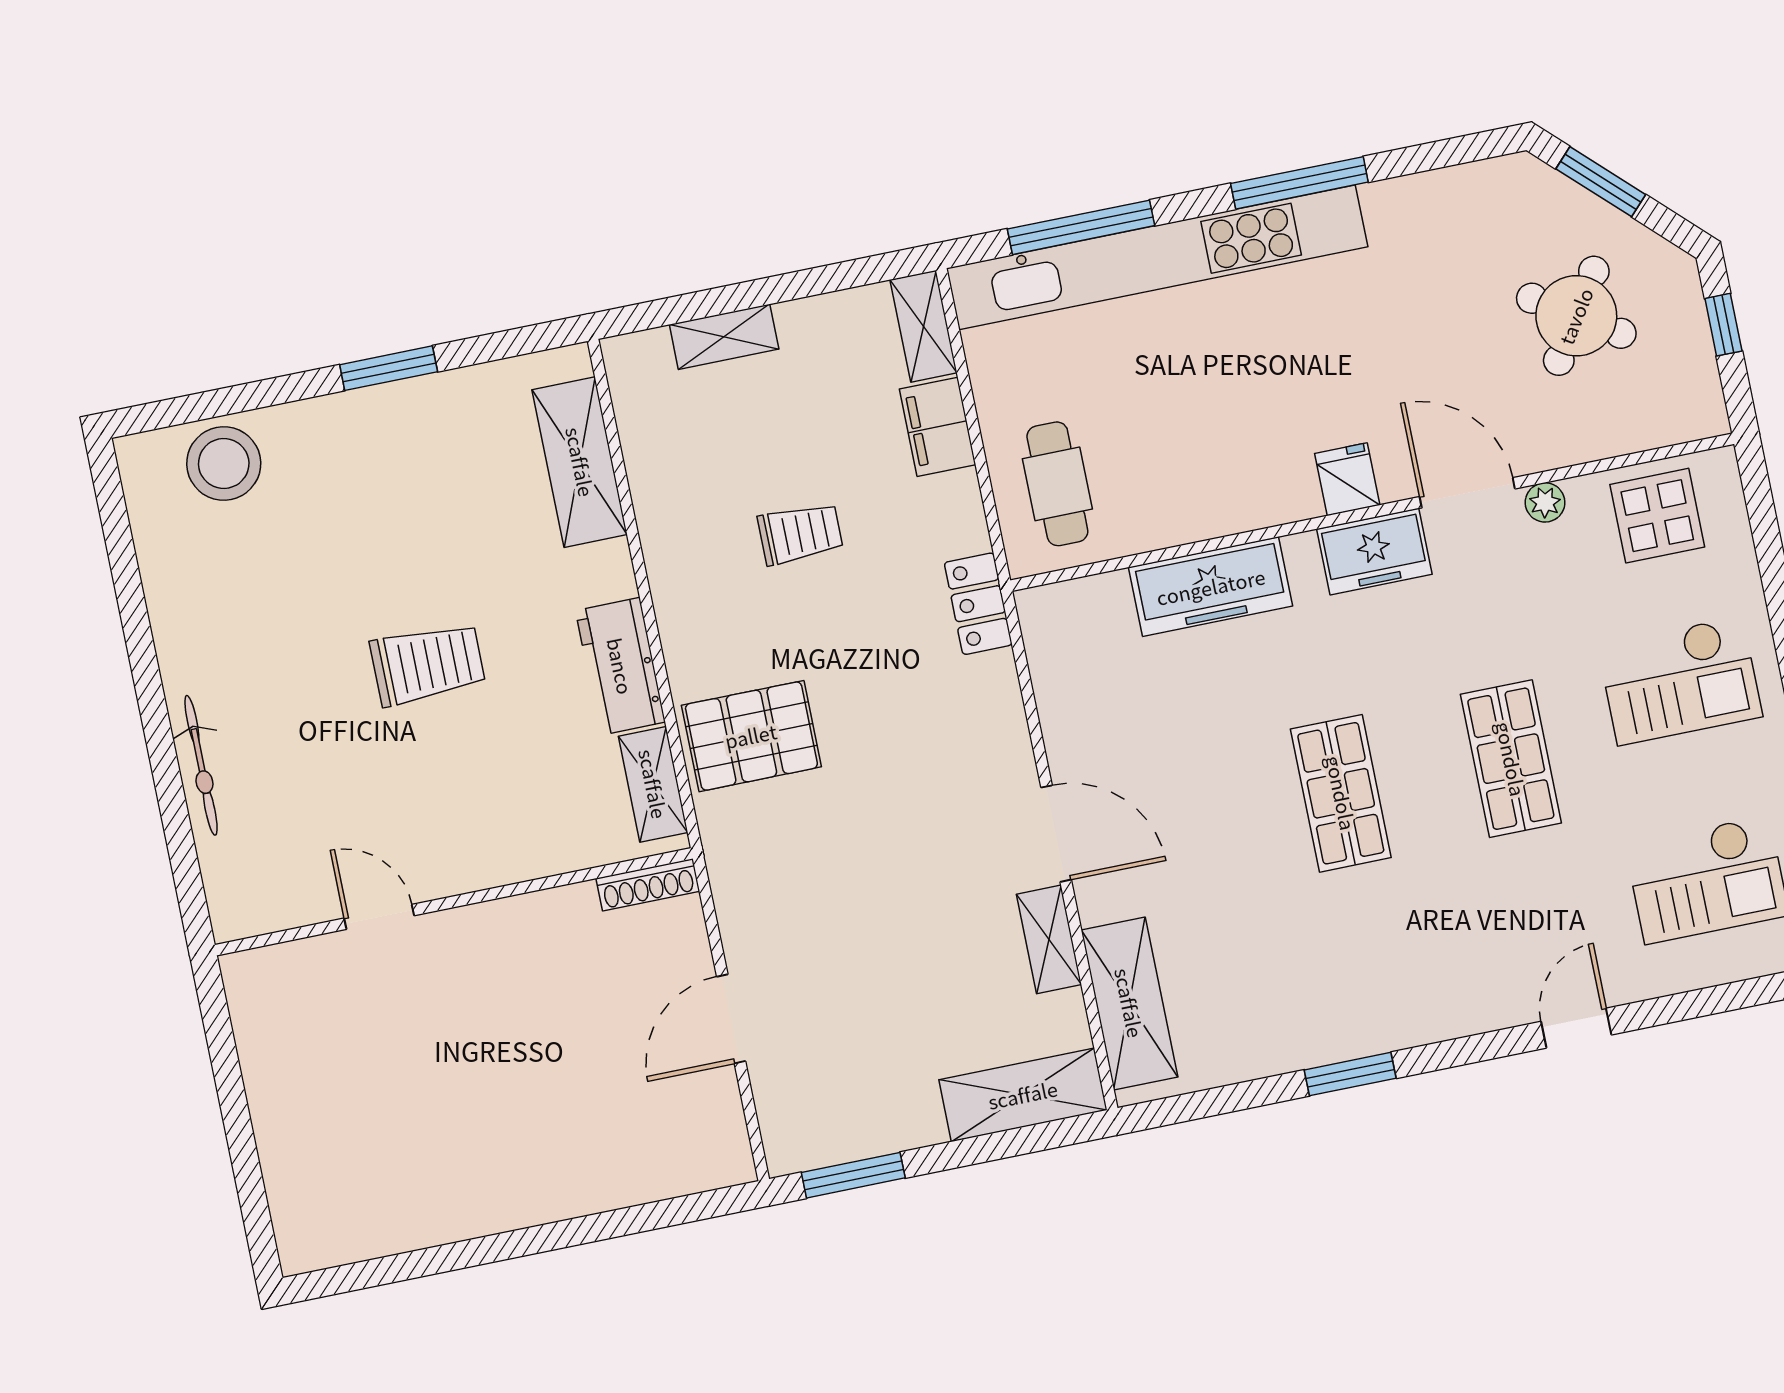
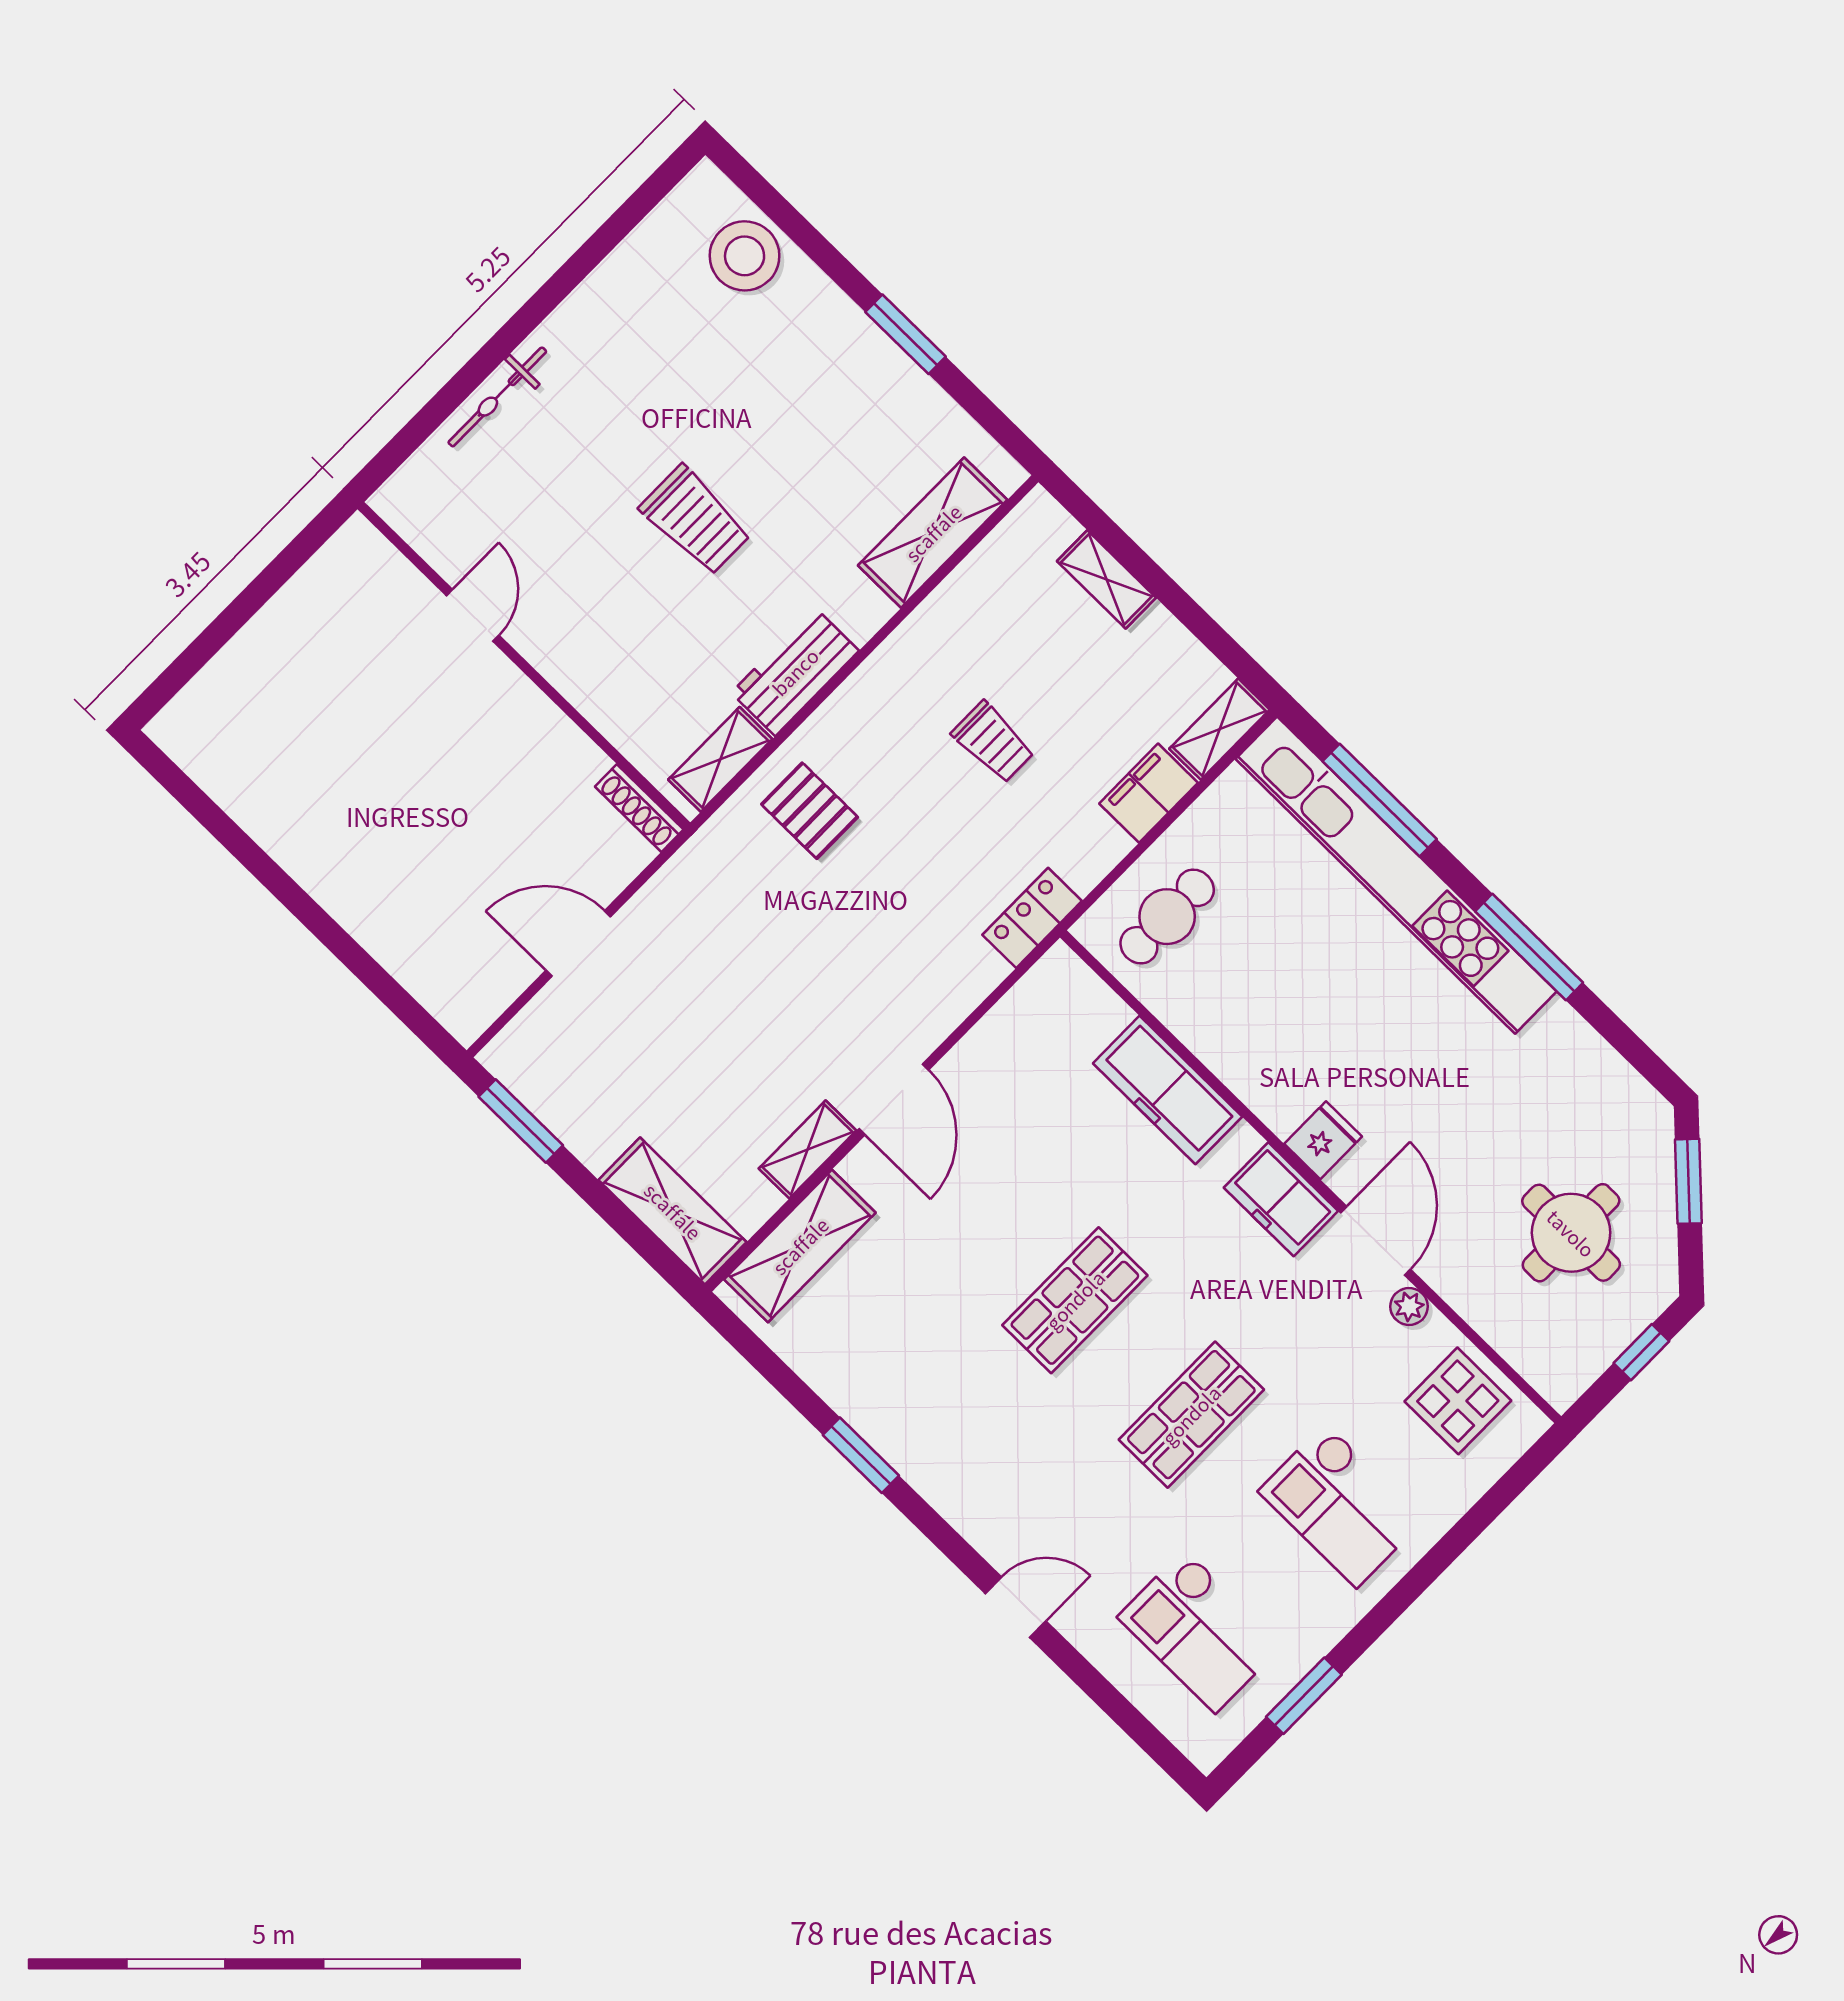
round table: (1576, 316) -> (1571, 1233), turned -33
pallet: (751, 736) -> (810, 811), width x0.67, depth x0.71

